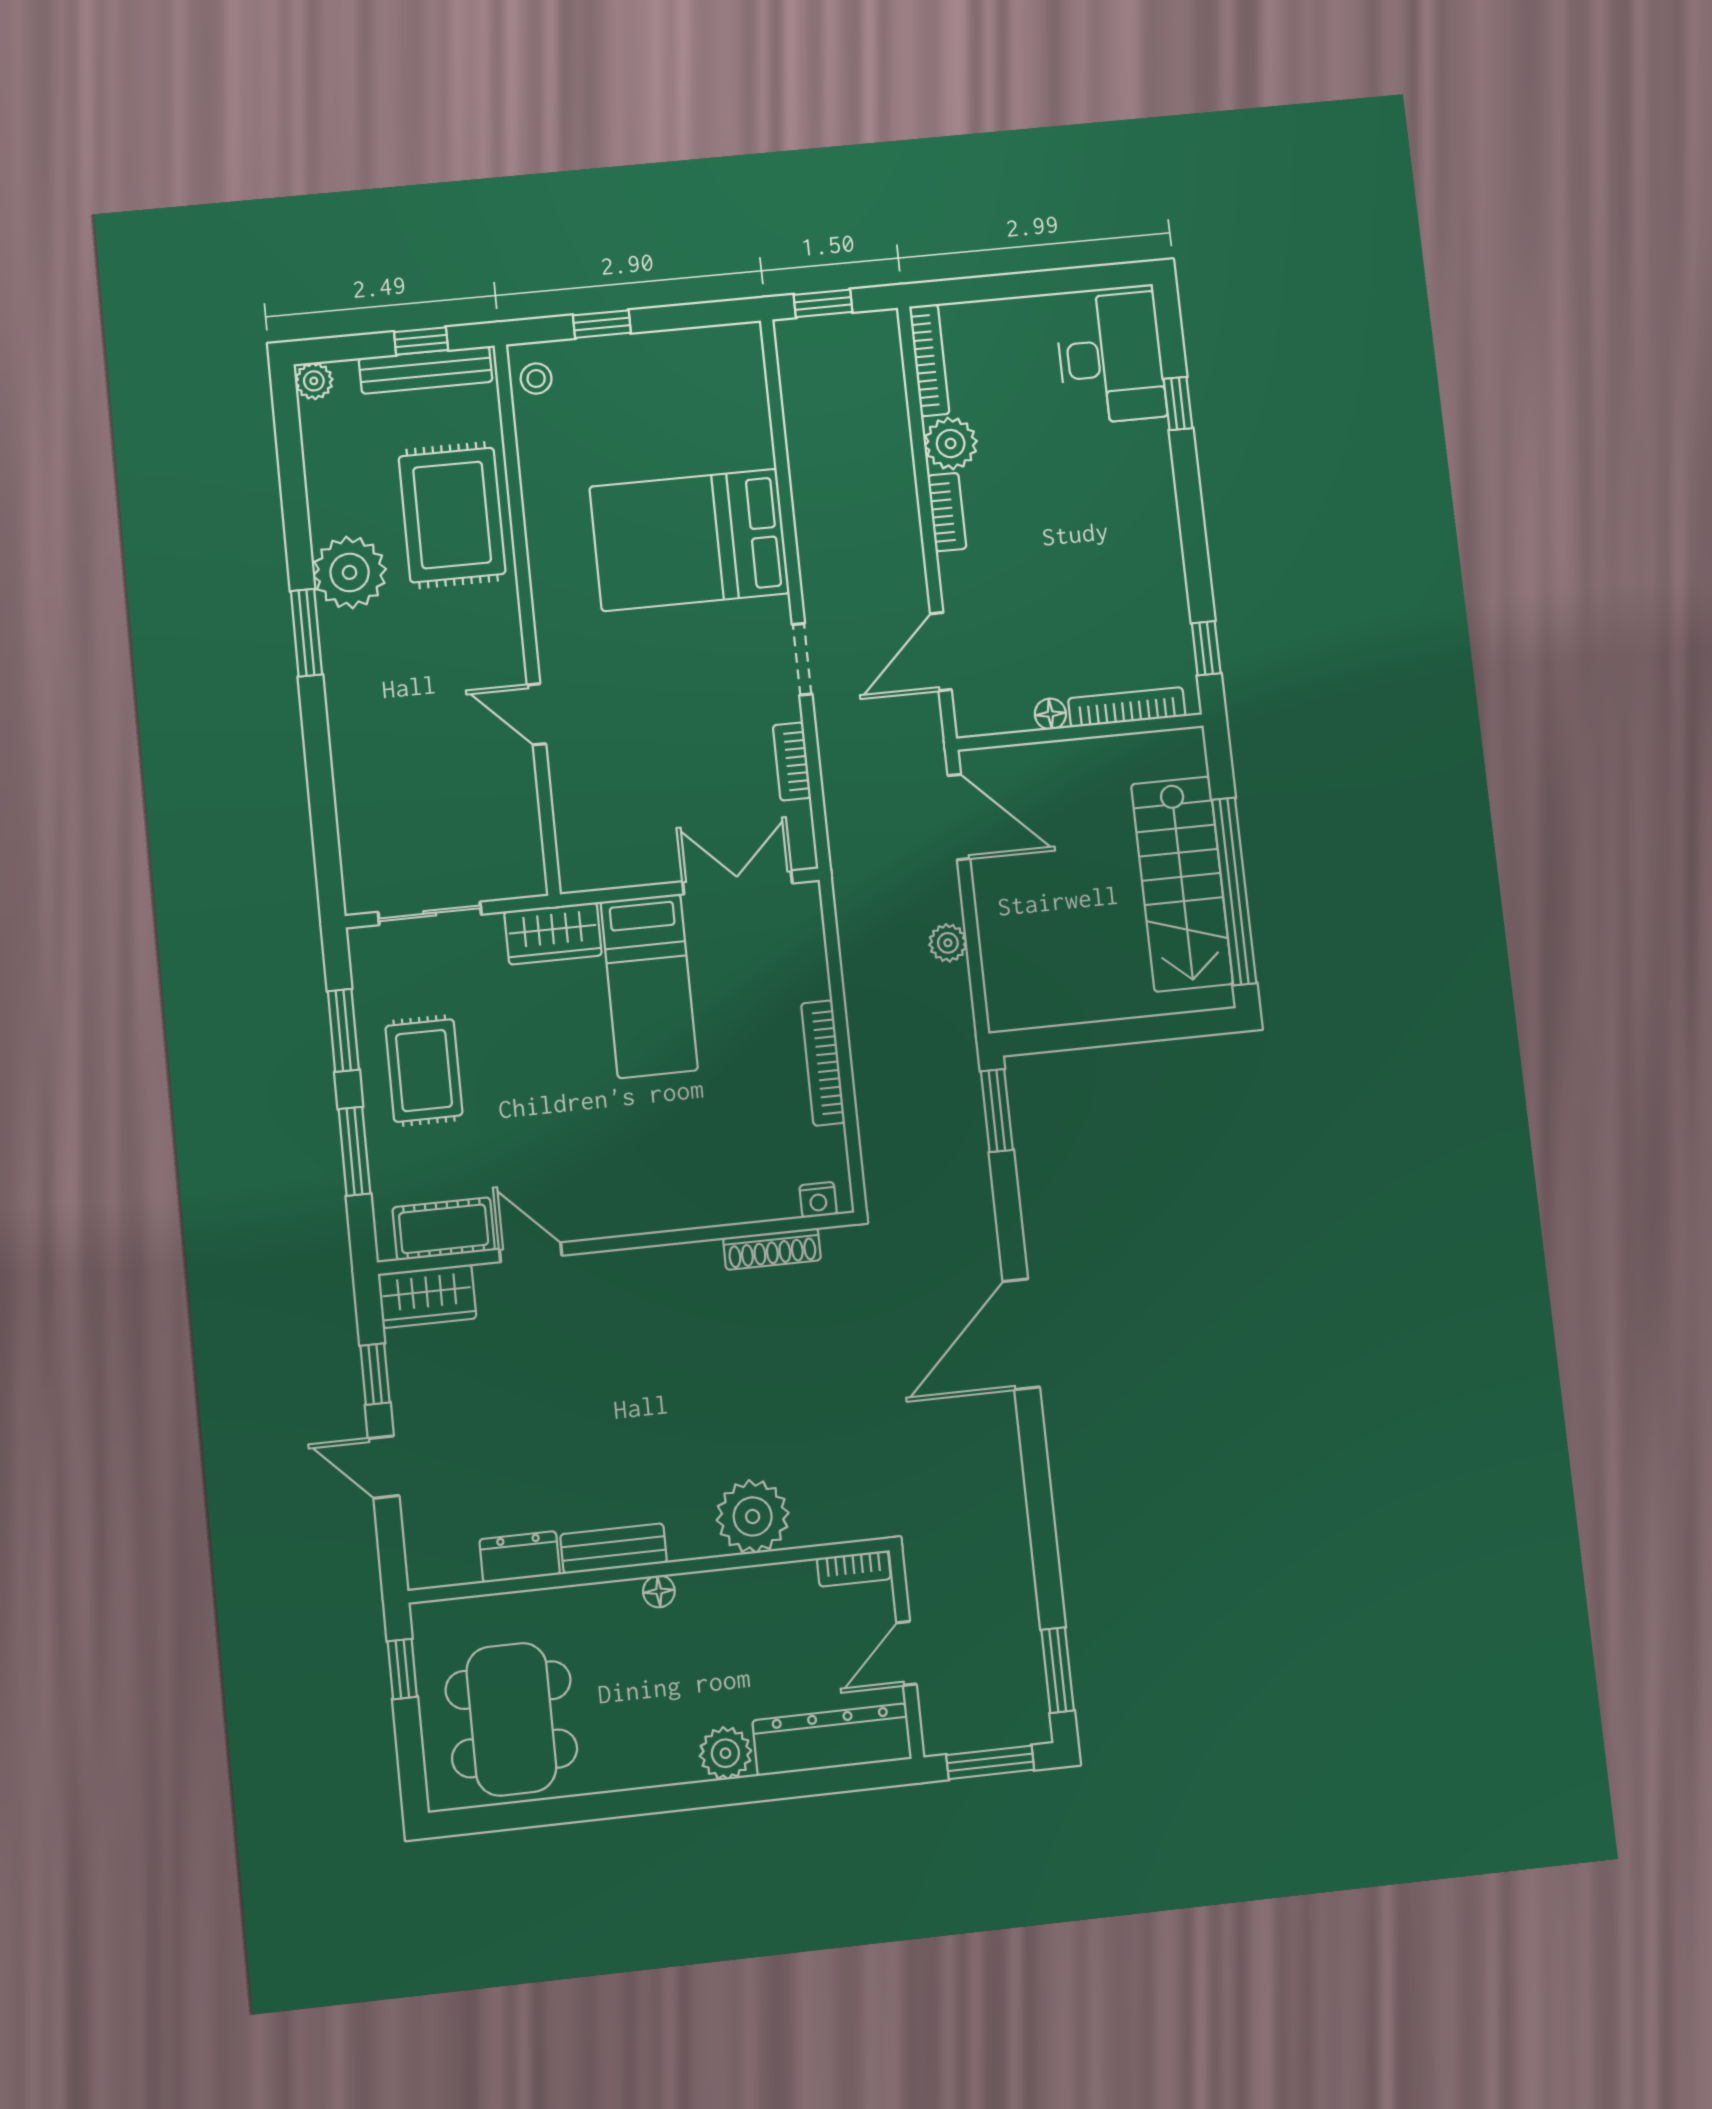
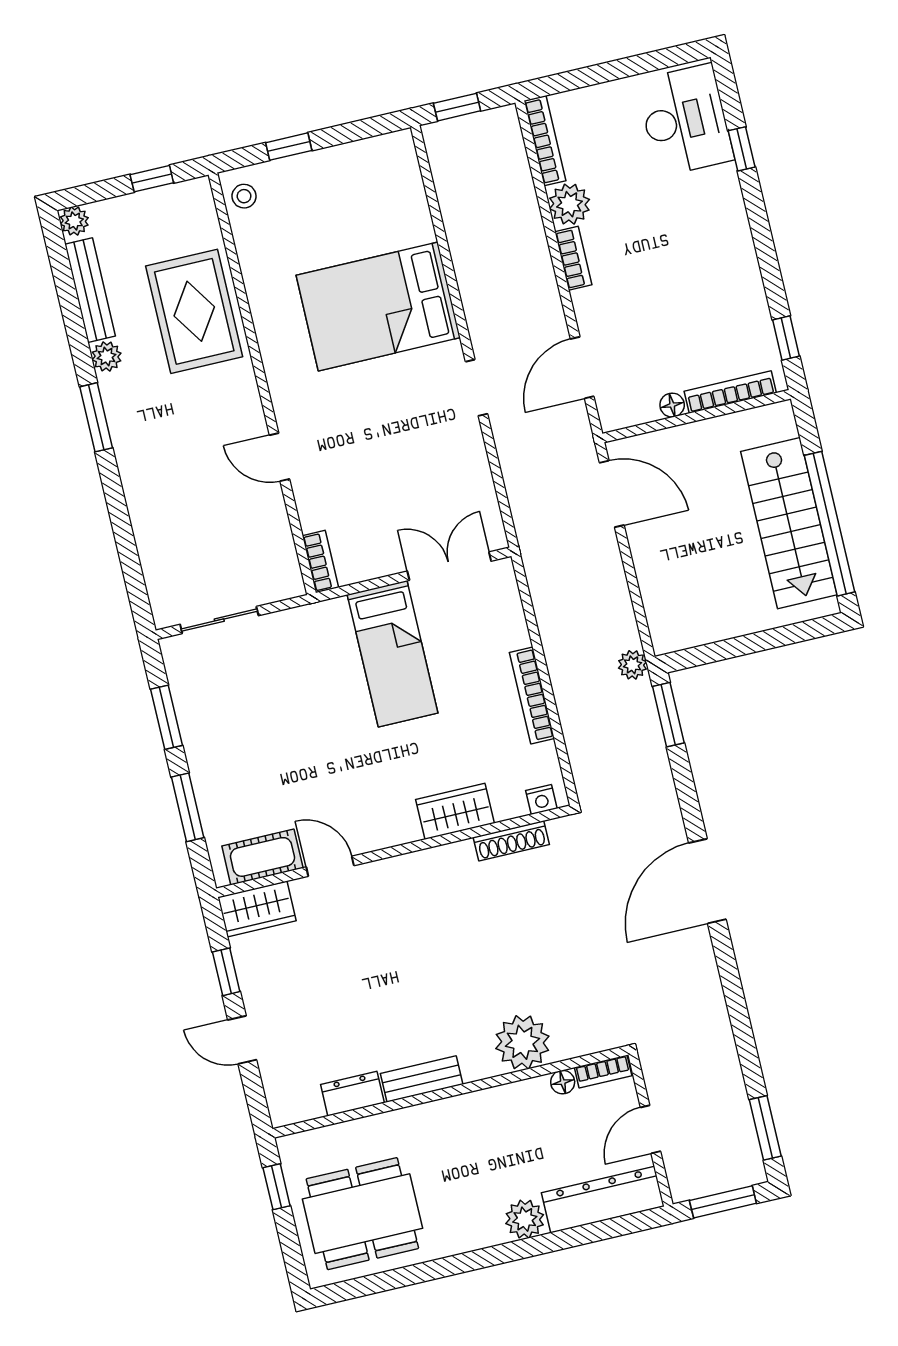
bench: (426, 370) -> (90, 290), moved, turned 90
plant: (350, 572) -> (107, 357), width x0.53, depth x0.53
bookcase: (792, 762) -> (320, 562), moved, turned 180
wardrobe: (553, 933) -> (455, 811), moved, turned 180
plant: (948, 943) -> (632, 665), moved
rug: (424, 1071) -> (231, 740), removed
floor lamp: (659, 1591) -> (563, 1082), moved
dining table: (511, 1719) -> (362, 1214), turned 90

